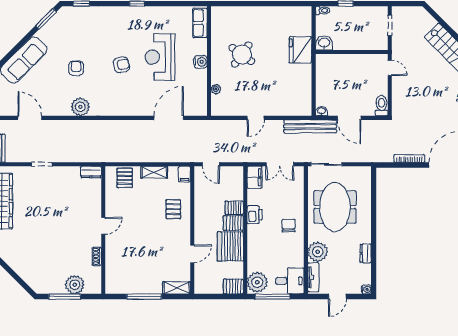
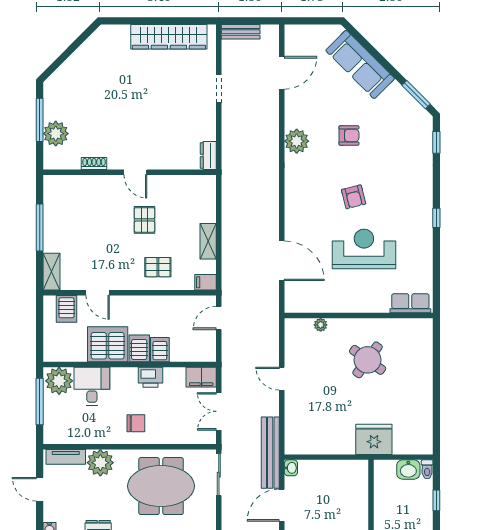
washbasin: (324, 43) -> (408, 469), moved, turned 90
water cooler: (201, 62) -> (358, 304), removed
pallet: (125, 178) -> (144, 220), moved, turned 90
desk: (290, 281) -> (92, 386), moved, turned 180
server rack: (233, 287) -> (66, 309), moved, turned 180

